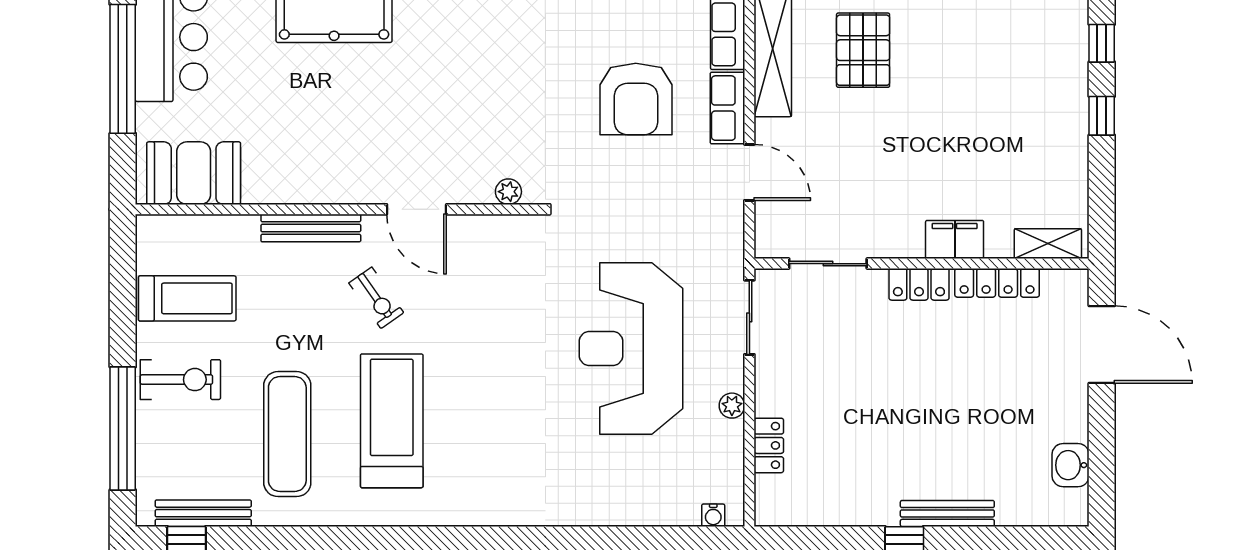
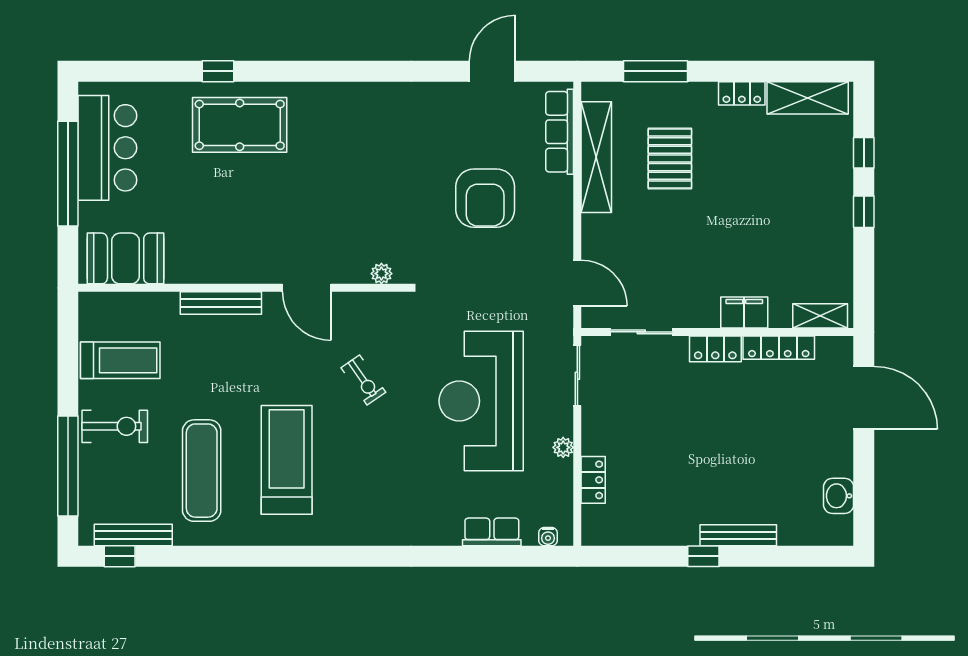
row of seats: (727, 108) -> (492, 532), moved, turned 90
door: (749, 172) -> (577, 283), moved
exercise bike: (376, 298) -> (363, 380), moved

